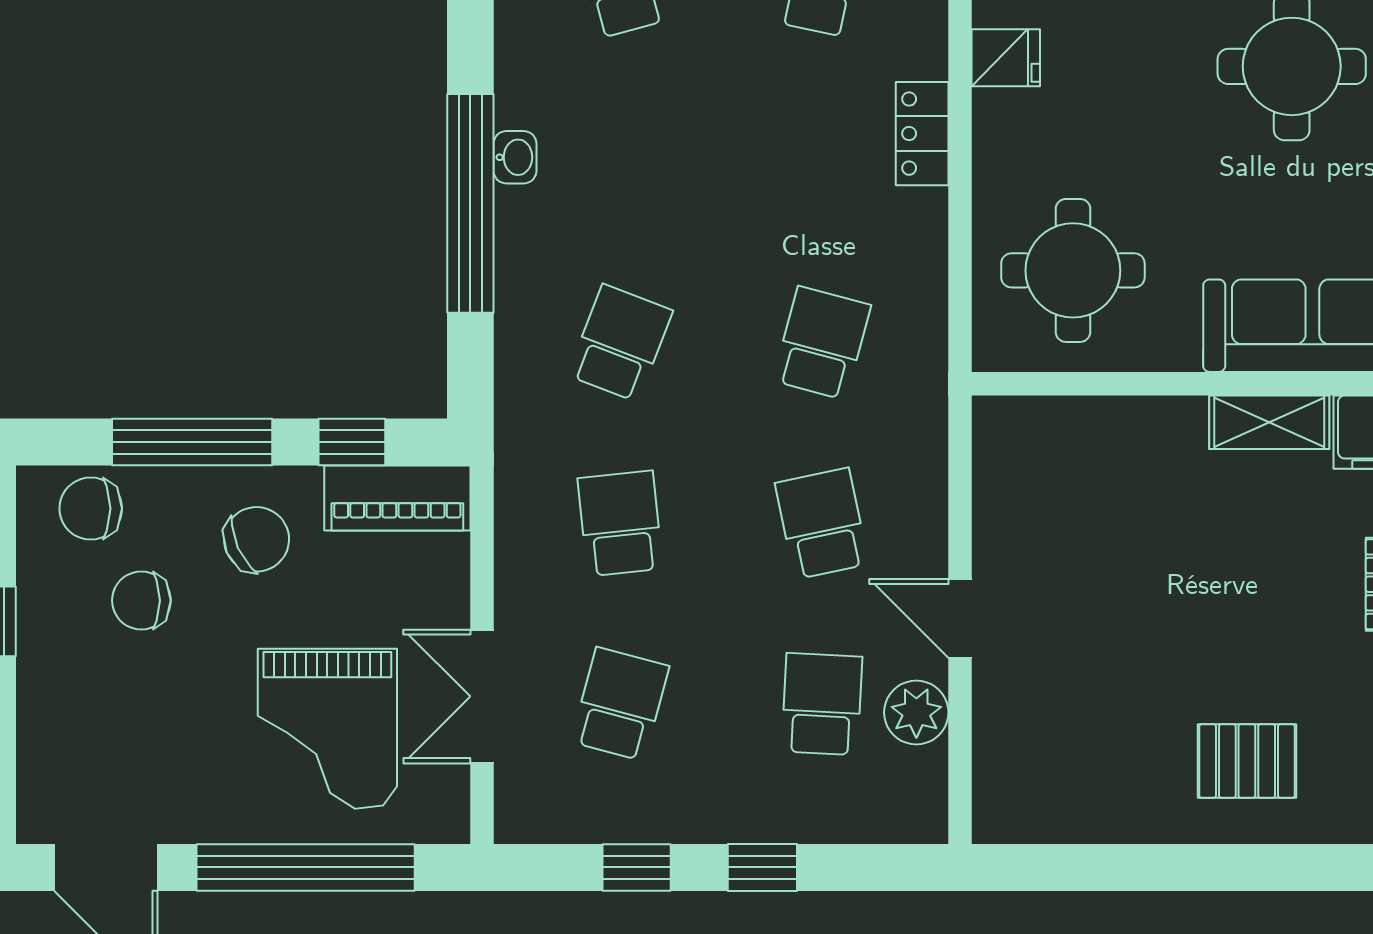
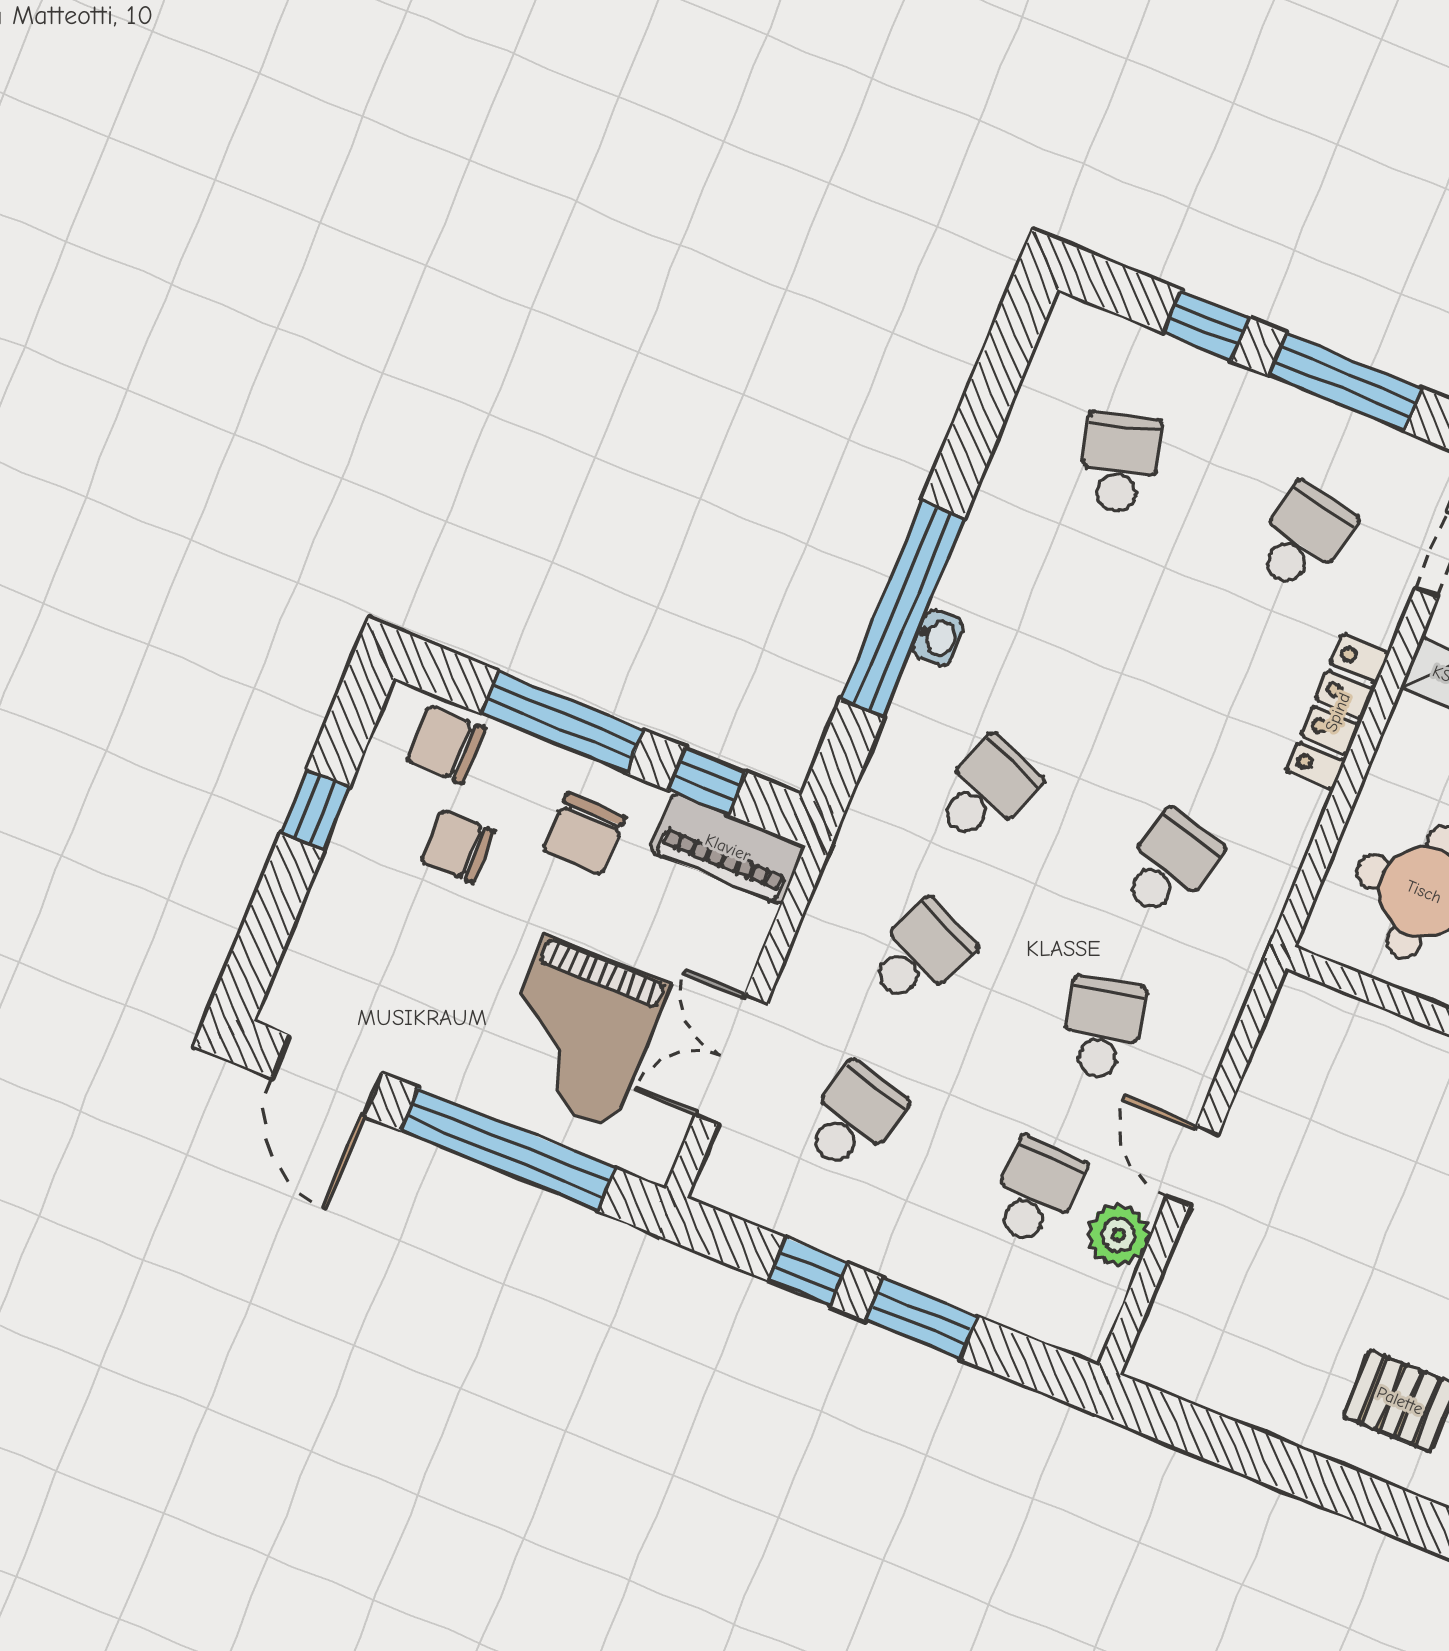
locker: (922, 134) -> (1338, 712), width x1.53
washbasin: (515, 157) -> (938, 637), moved
school desk: (620, 523) -> (920, 954), turned 30
chair: (257, 539) -> (585, 834), turned 114
window: (762, 867) -> (922, 1318), width x1.50

